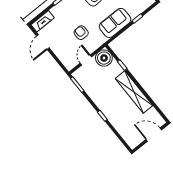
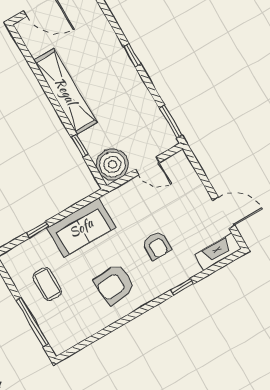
armchair: (81, 33) -> (157, 245), moved
door: (43, 42) -> (224, 213), hinge flipped
door: (86, 60) -> (147, 166), hinge flipped

